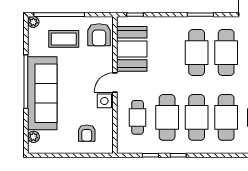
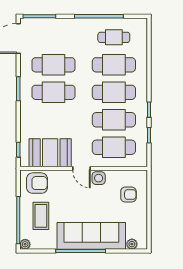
cafe table: (138, 117) -> (114, 147), width x1.37, depth x1.35

